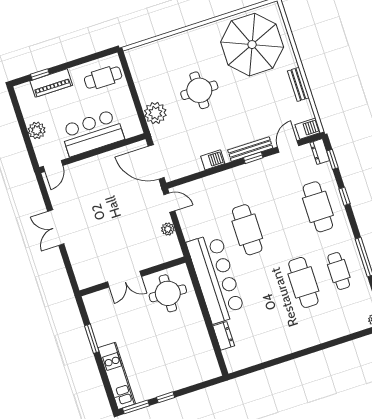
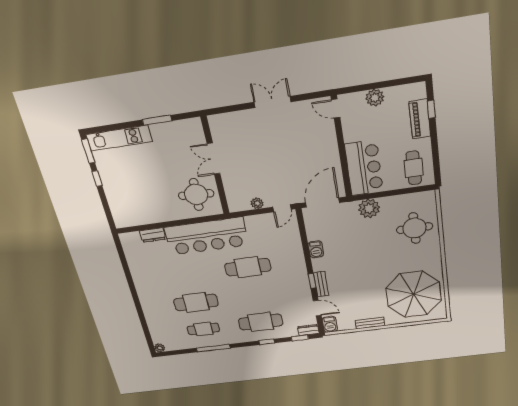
round table: (199, 90) -> (414, 228), moved
bar counter: (92, 133) -> (364, 168), moved
bench: (250, 149) -> (321, 284), width x0.73

